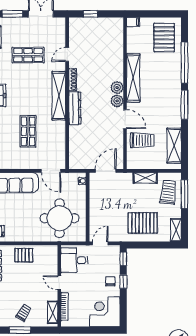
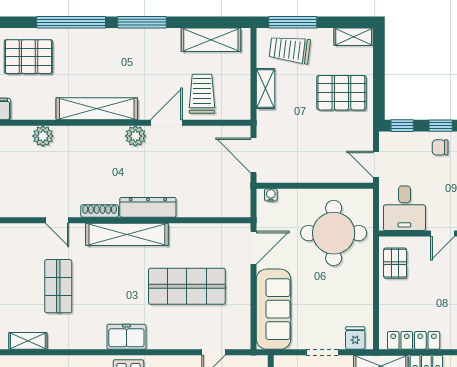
plant: (117, 88) -> (43, 136), moved
shop shelf: (28, 131) -> (187, 286), width x1.43, depth x1.36
pallet: (143, 223) -> (341, 93), turned 90
pallet: (24, 255) -> (395, 263), moved

